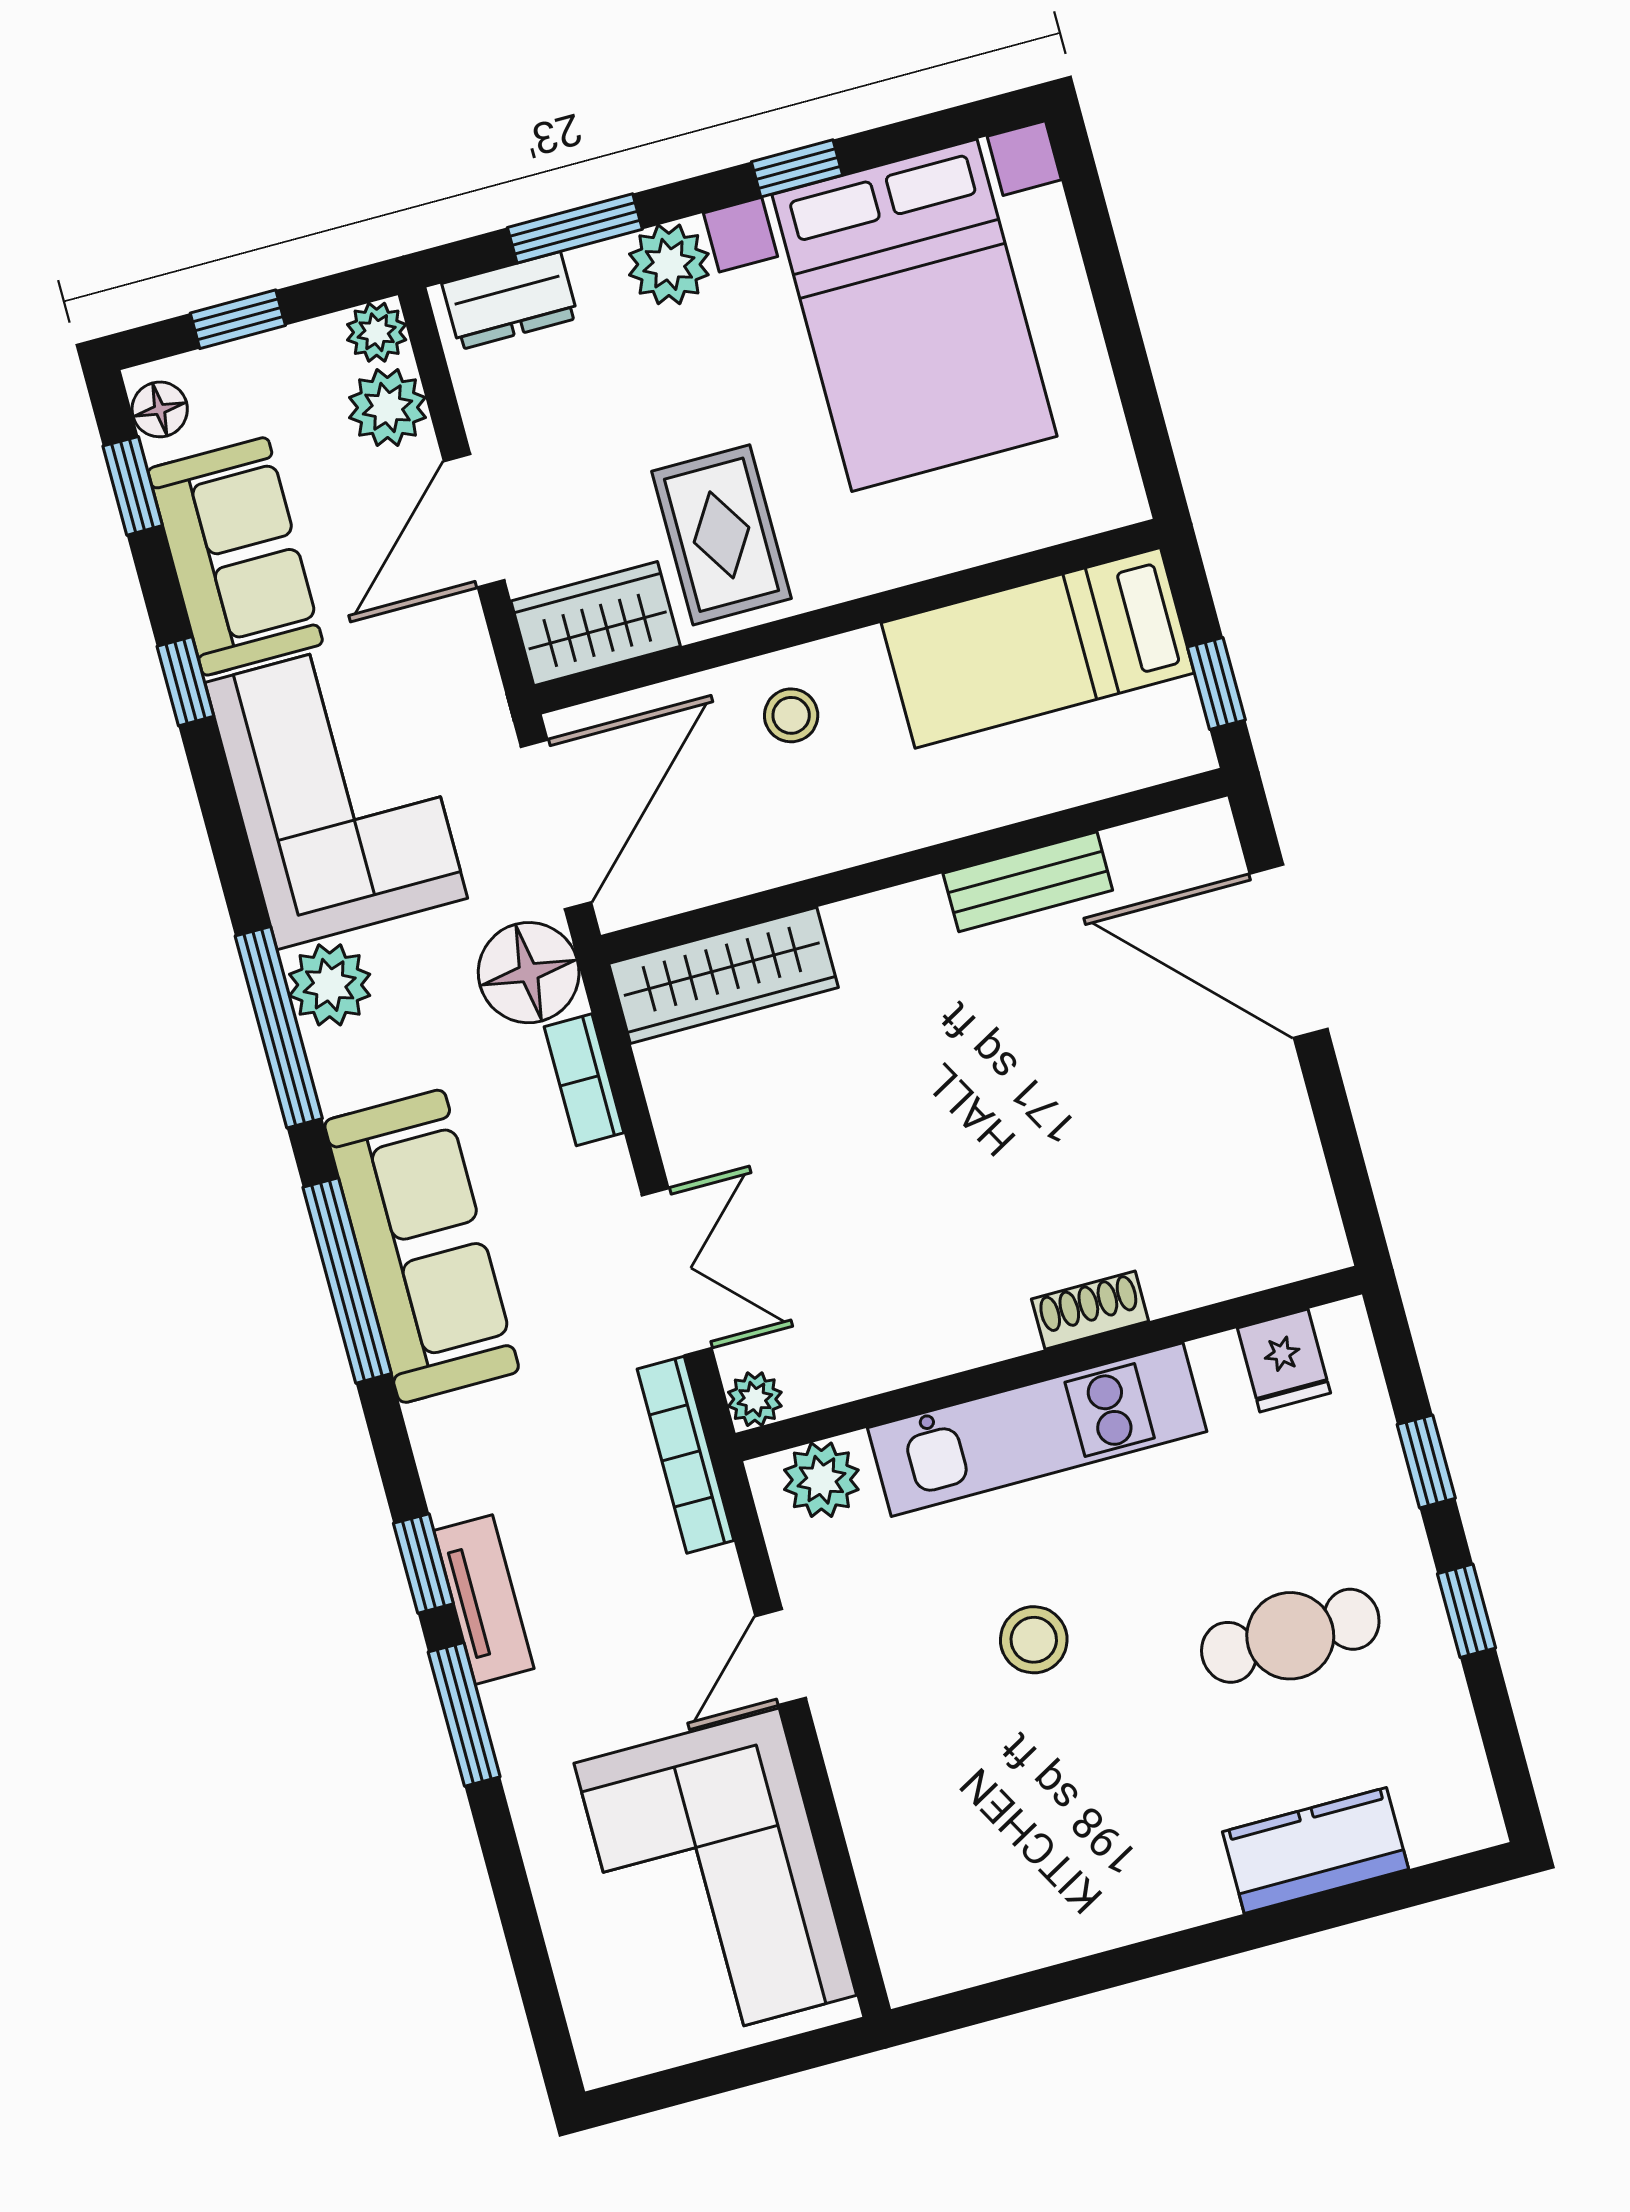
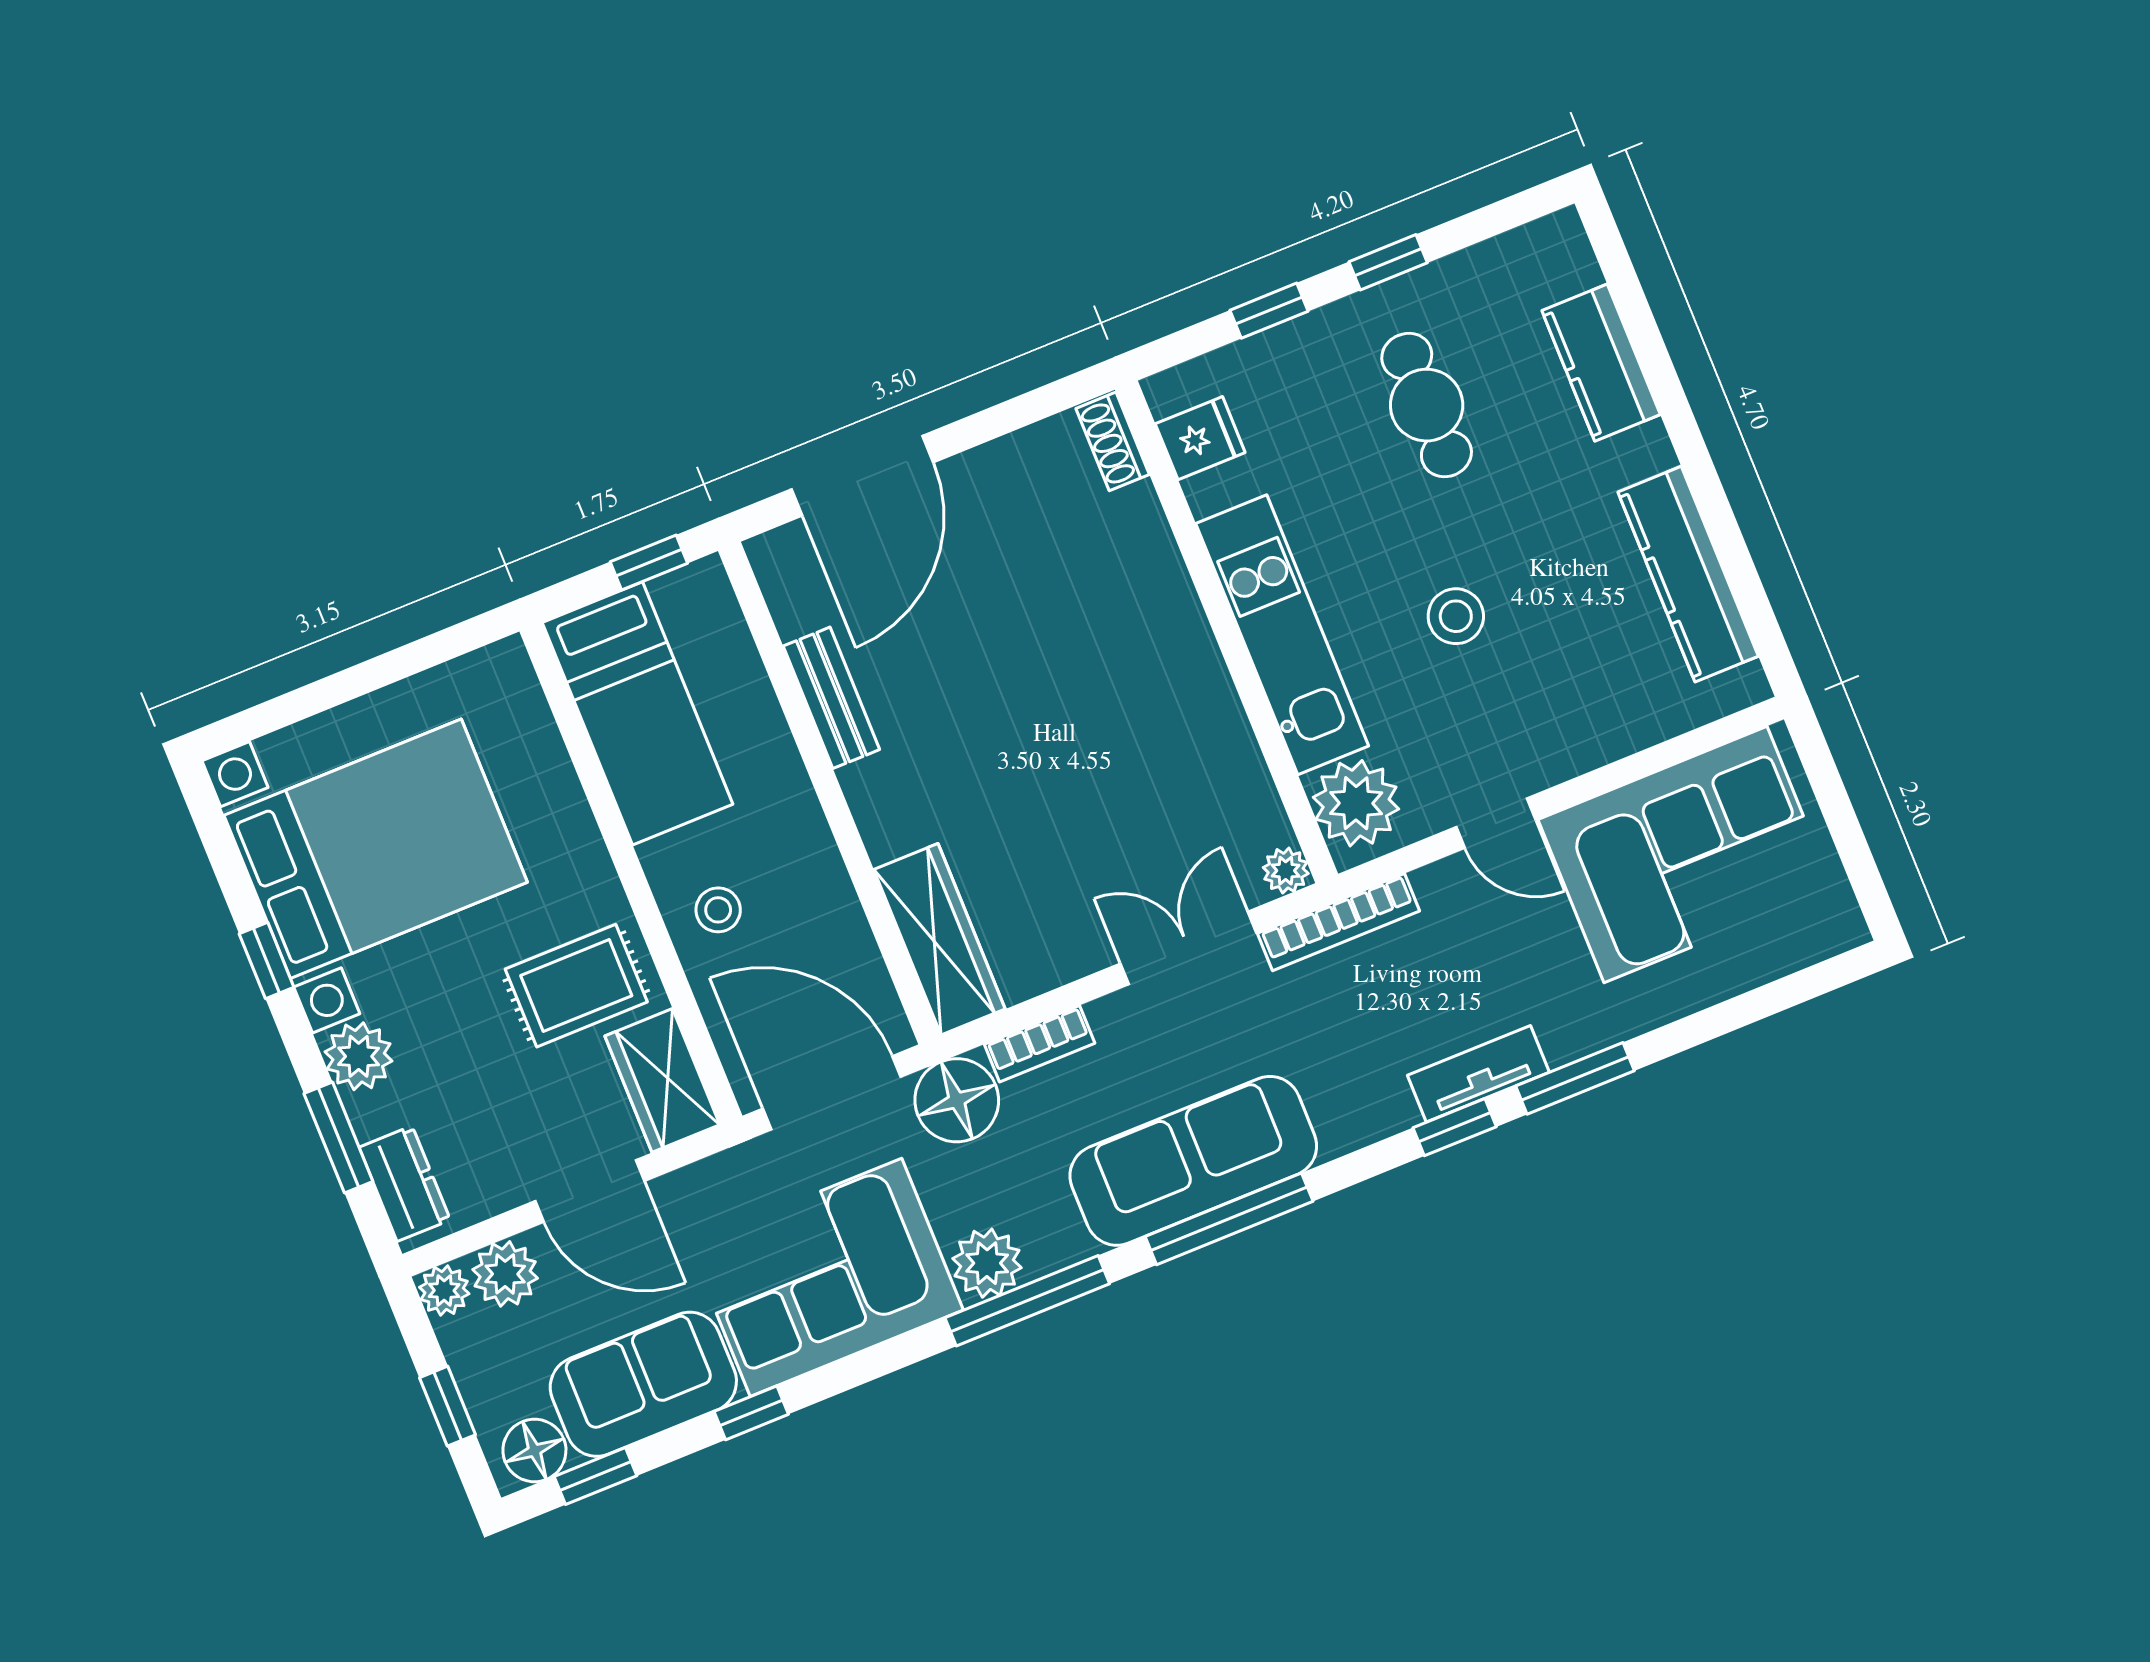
floor lamp: (160, 409) -> (534, 1450), width x1.37, depth x1.37
shoe rack: (1090, 1310) -> (1113, 441), moved
plant: (821, 1480) -> (1356, 803), width x1.36, depth x1.36
kitchen counter: (1050, 1924) -> (1688, 574), added

